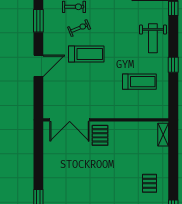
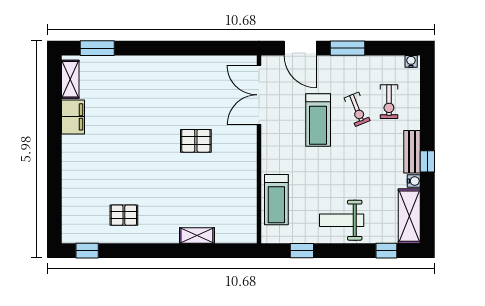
window: (38, 21) -> (347, 48), moved
double door: (70, 120) -> (259, 95), moved
wall: (106, 120) -> (259, 149), moved

